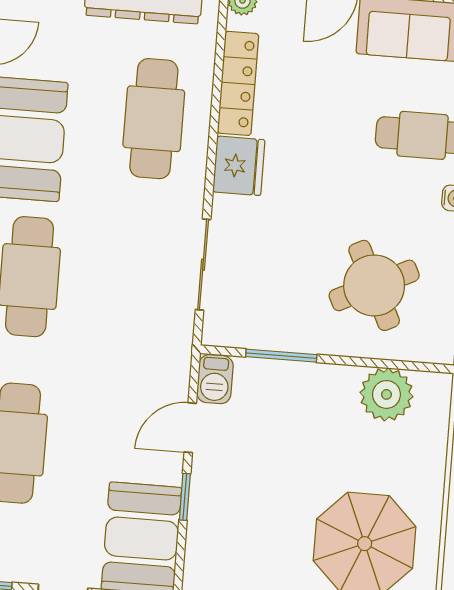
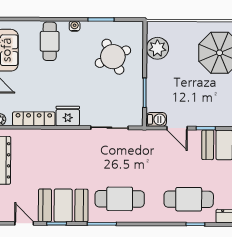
cafe table: (154, 119) -> (51, 152), removed

